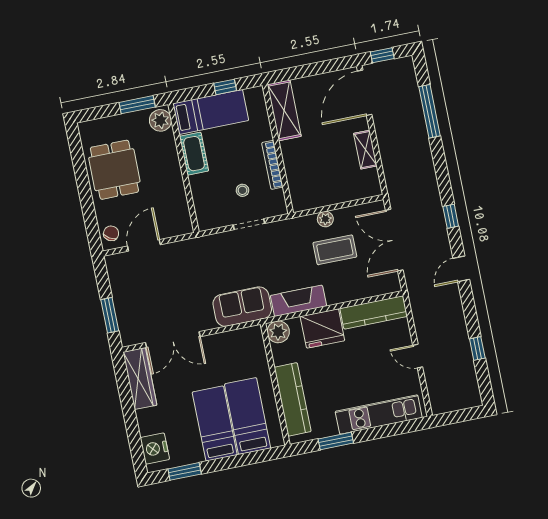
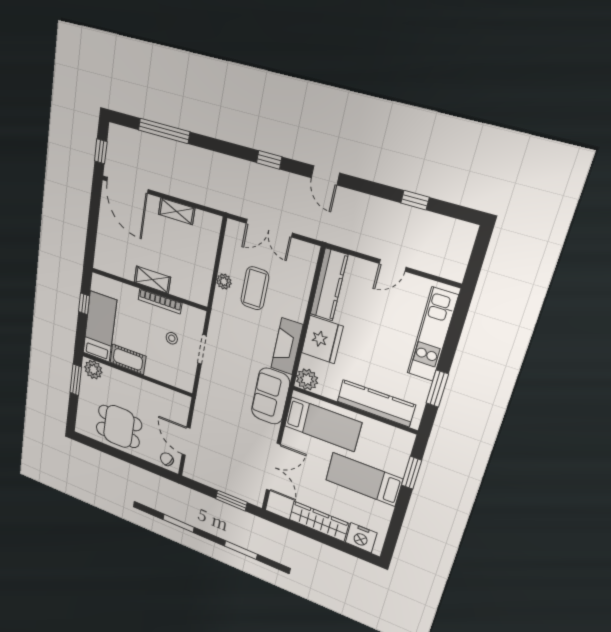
shelving: (284, 110) -> (152, 280), moved, width x0.67, depth x0.75
double door: (394, 240) -> (269, 228), width x0.73
wardrobe: (140, 379) -> (319, 521), moved
bed: (248, 416) -> (323, 424), moved, turned 180
window: (185, 471) -> (412, 473), moved

